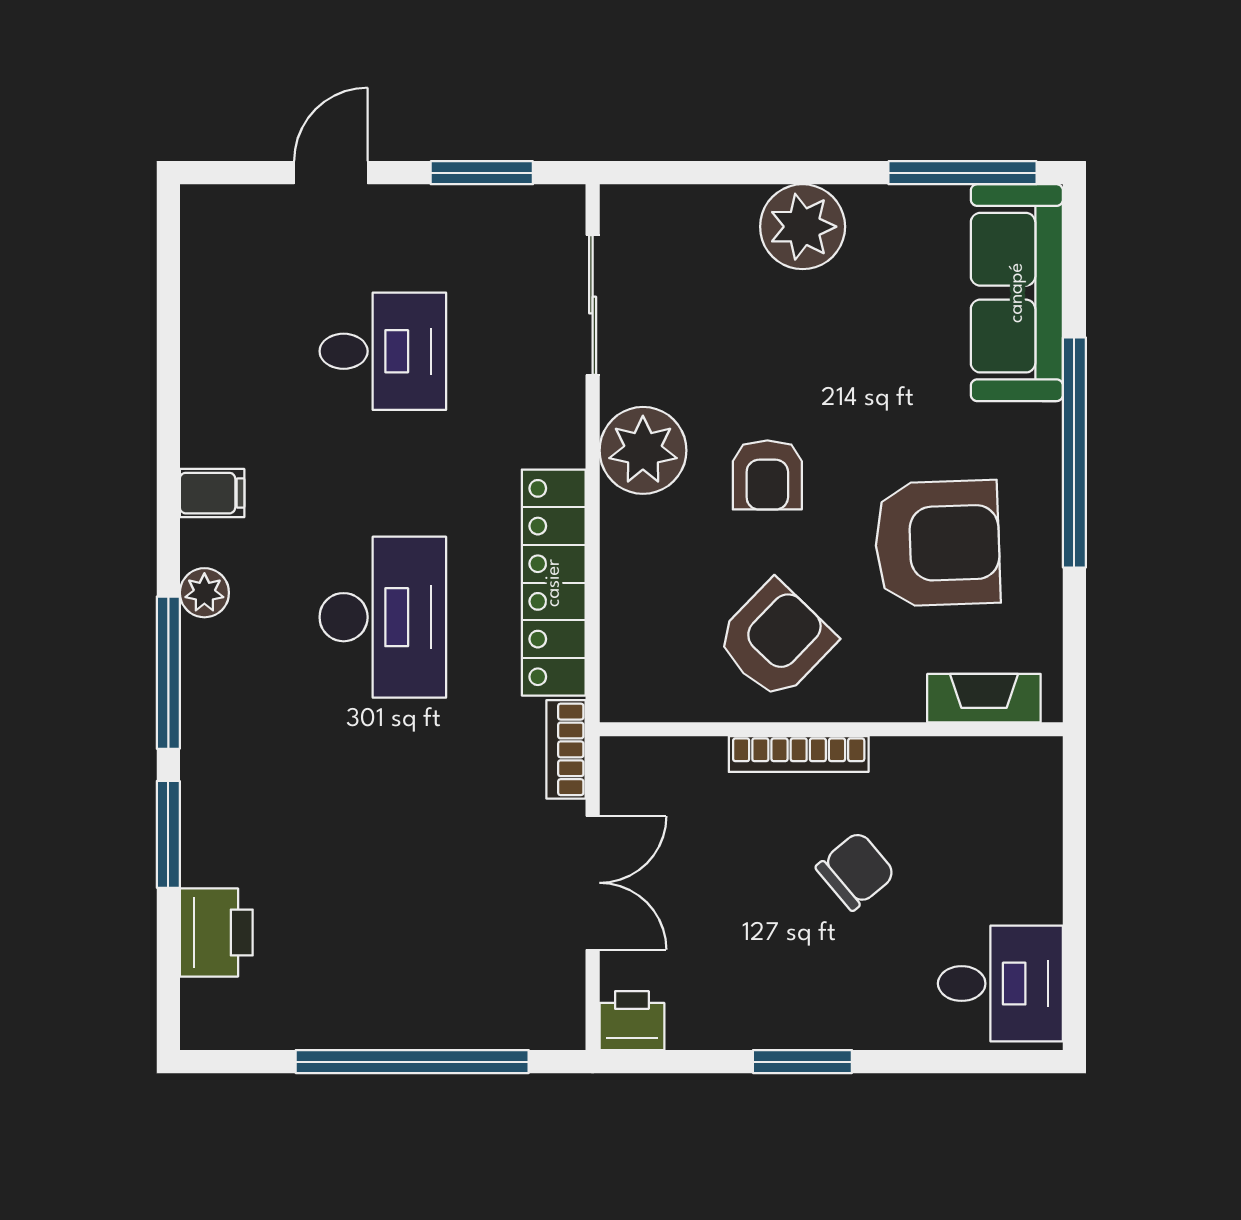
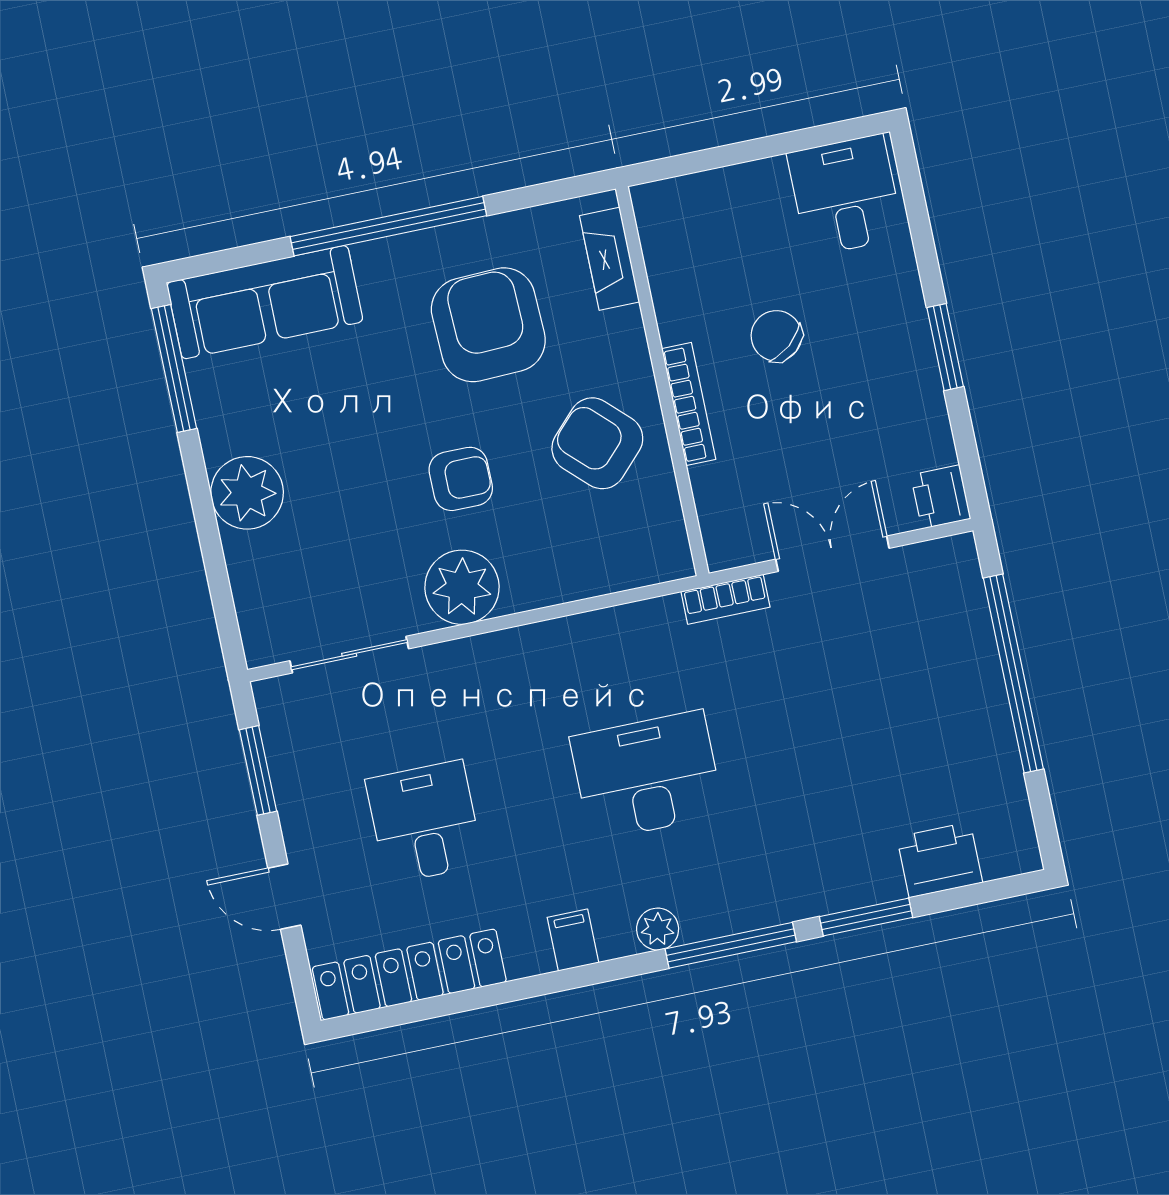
locker: (554, 583) -> (409, 974), moved, turned 180

